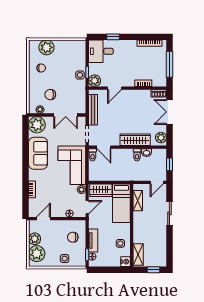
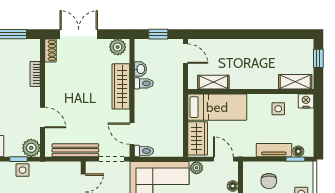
double door: (169, 112) -> (79, 34), swing flipped
door: (104, 147) -> (132, 134), swing flipped
sliding door: (169, 213) -> (233, 34), removed

